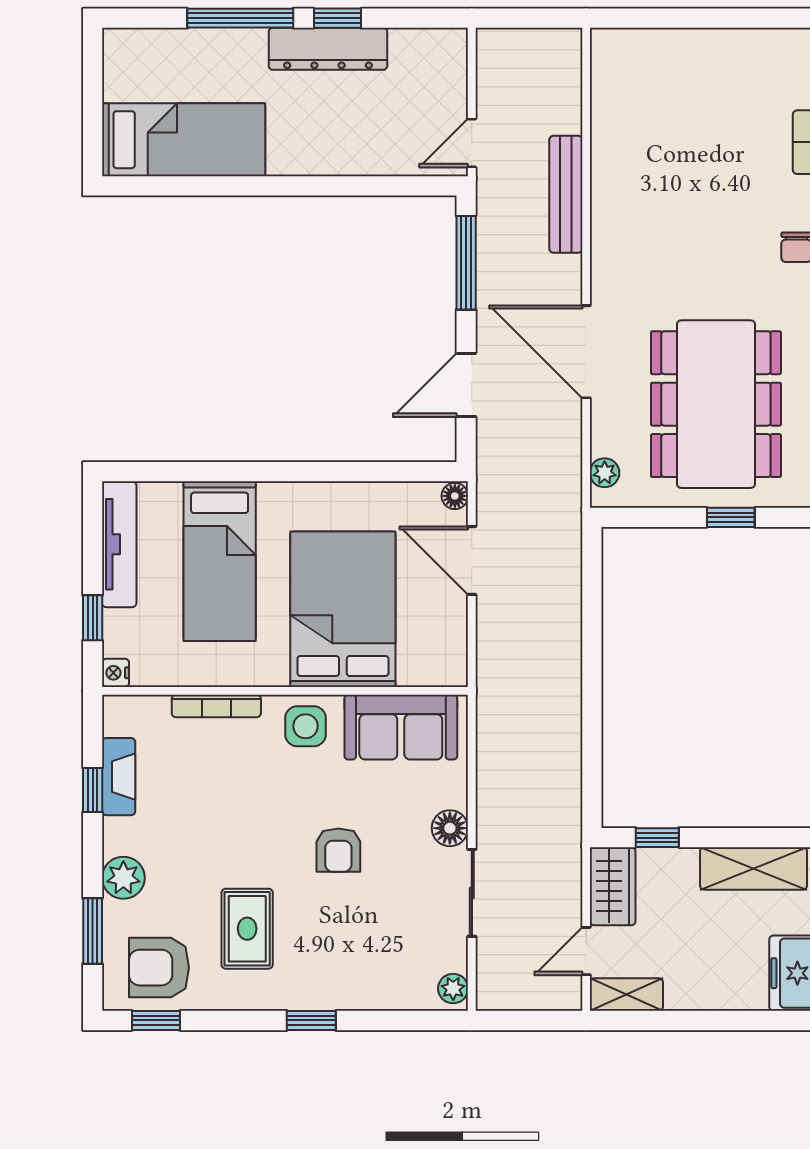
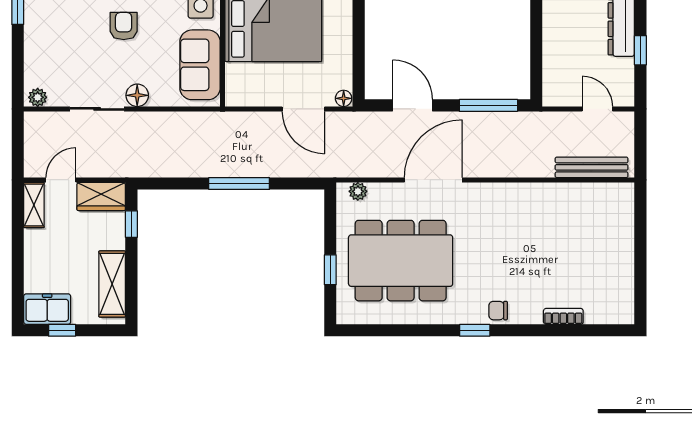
window: (337, 18) -> (640, 50), moved
door: (472, 143) -> (597, 109), moved
bench: (566, 194) -> (592, 167), moved
door: (472, 561) -> (303, 109), swing flipped
window: (592, 664) -> (239, 183), added
armchair: (338, 850) -> (124, 26), turned 90
door: (586, 951) -> (61, 180), hinge flipped

